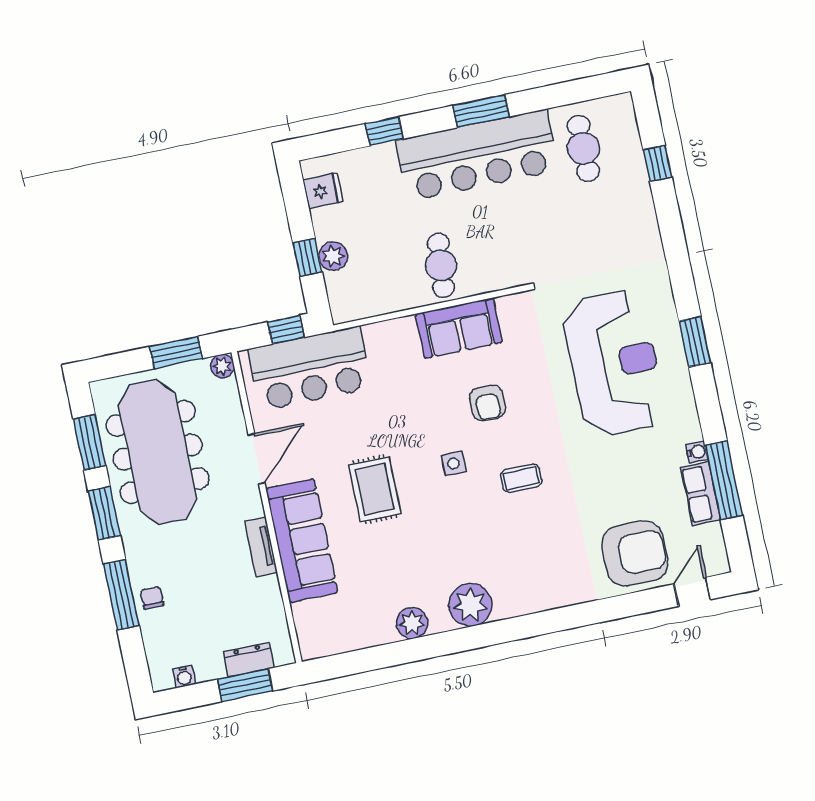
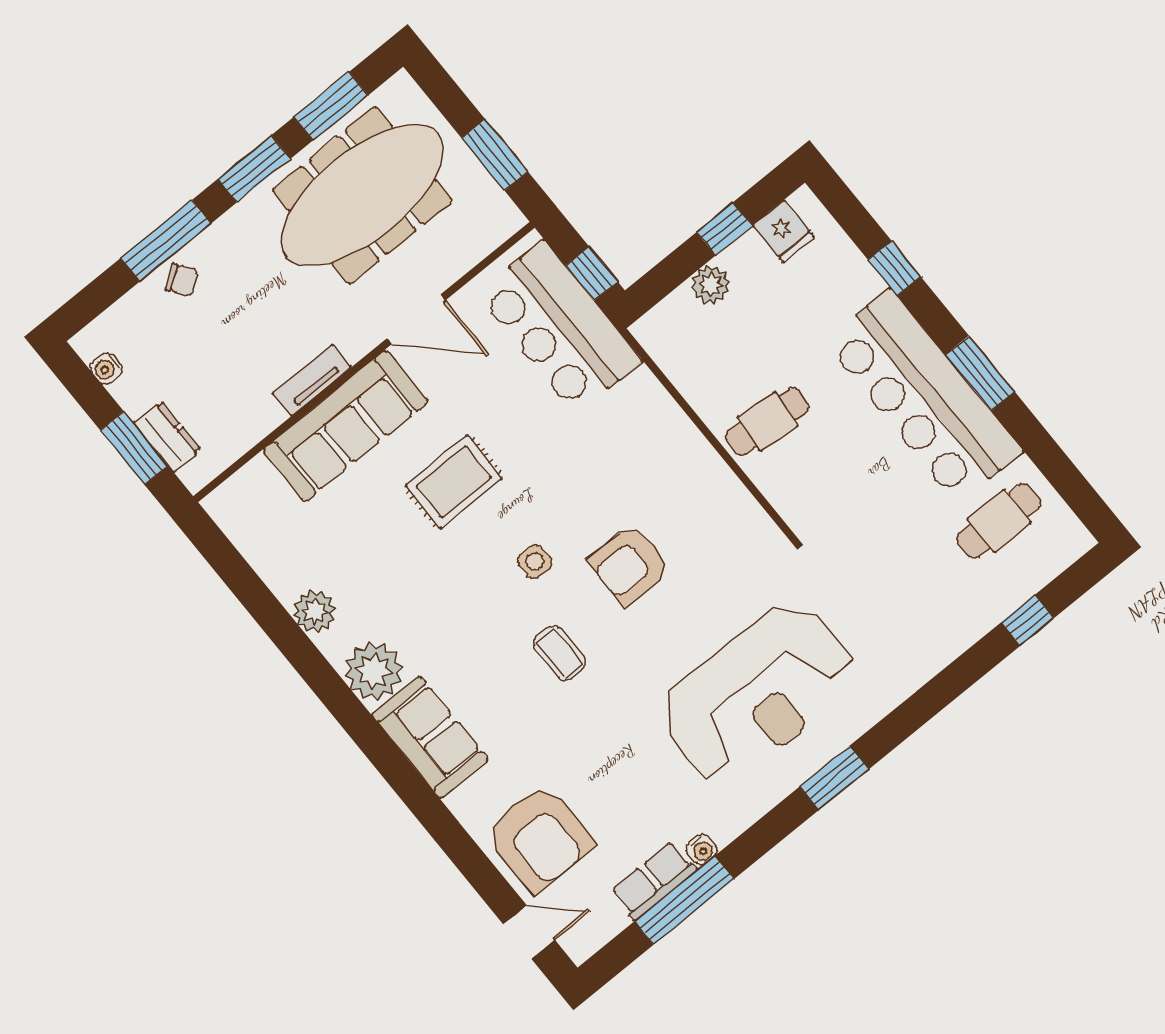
window: (308, 257) -> (724, 229), moved
sofa: (459, 328) -> (430, 737), moved, turned 180
plant: (222, 366) -> (507, 219), removed
armchair: (488, 403) -> (630, 565), width x1.38, depth x1.38
chair: (152, 598) -> (182, 280), turned 56

